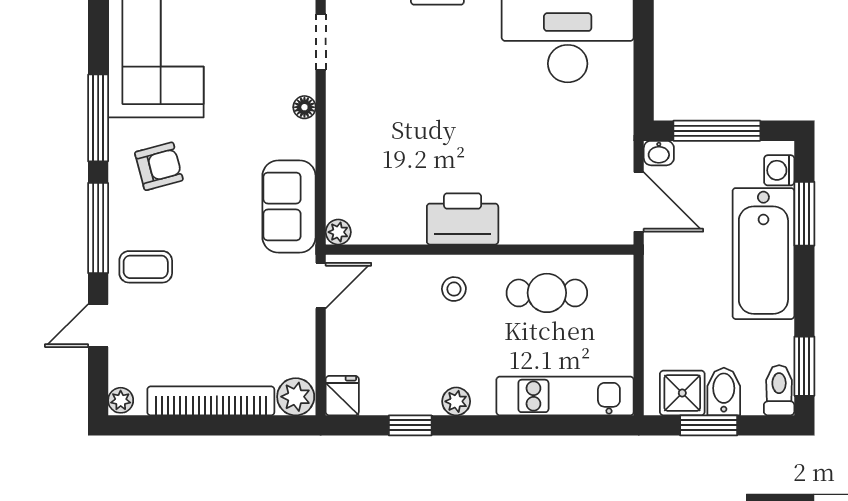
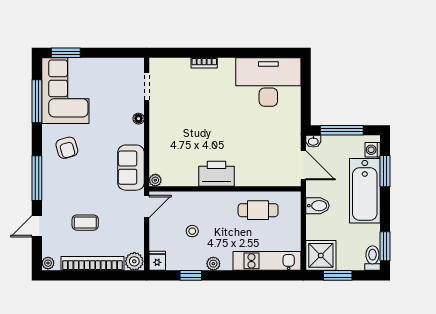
window: (98, 118) -> (37, 101), moved
armchair: (159, 166) -> (67, 148), turned 89
coffee table: (146, 267) -> (85, 223), moved
stool: (454, 289) -> (192, 231), moved
bidet: (724, 392) -> (318, 206), moved, turned 90
shower: (682, 393) -> (321, 255), width x1.36, depth x1.36

